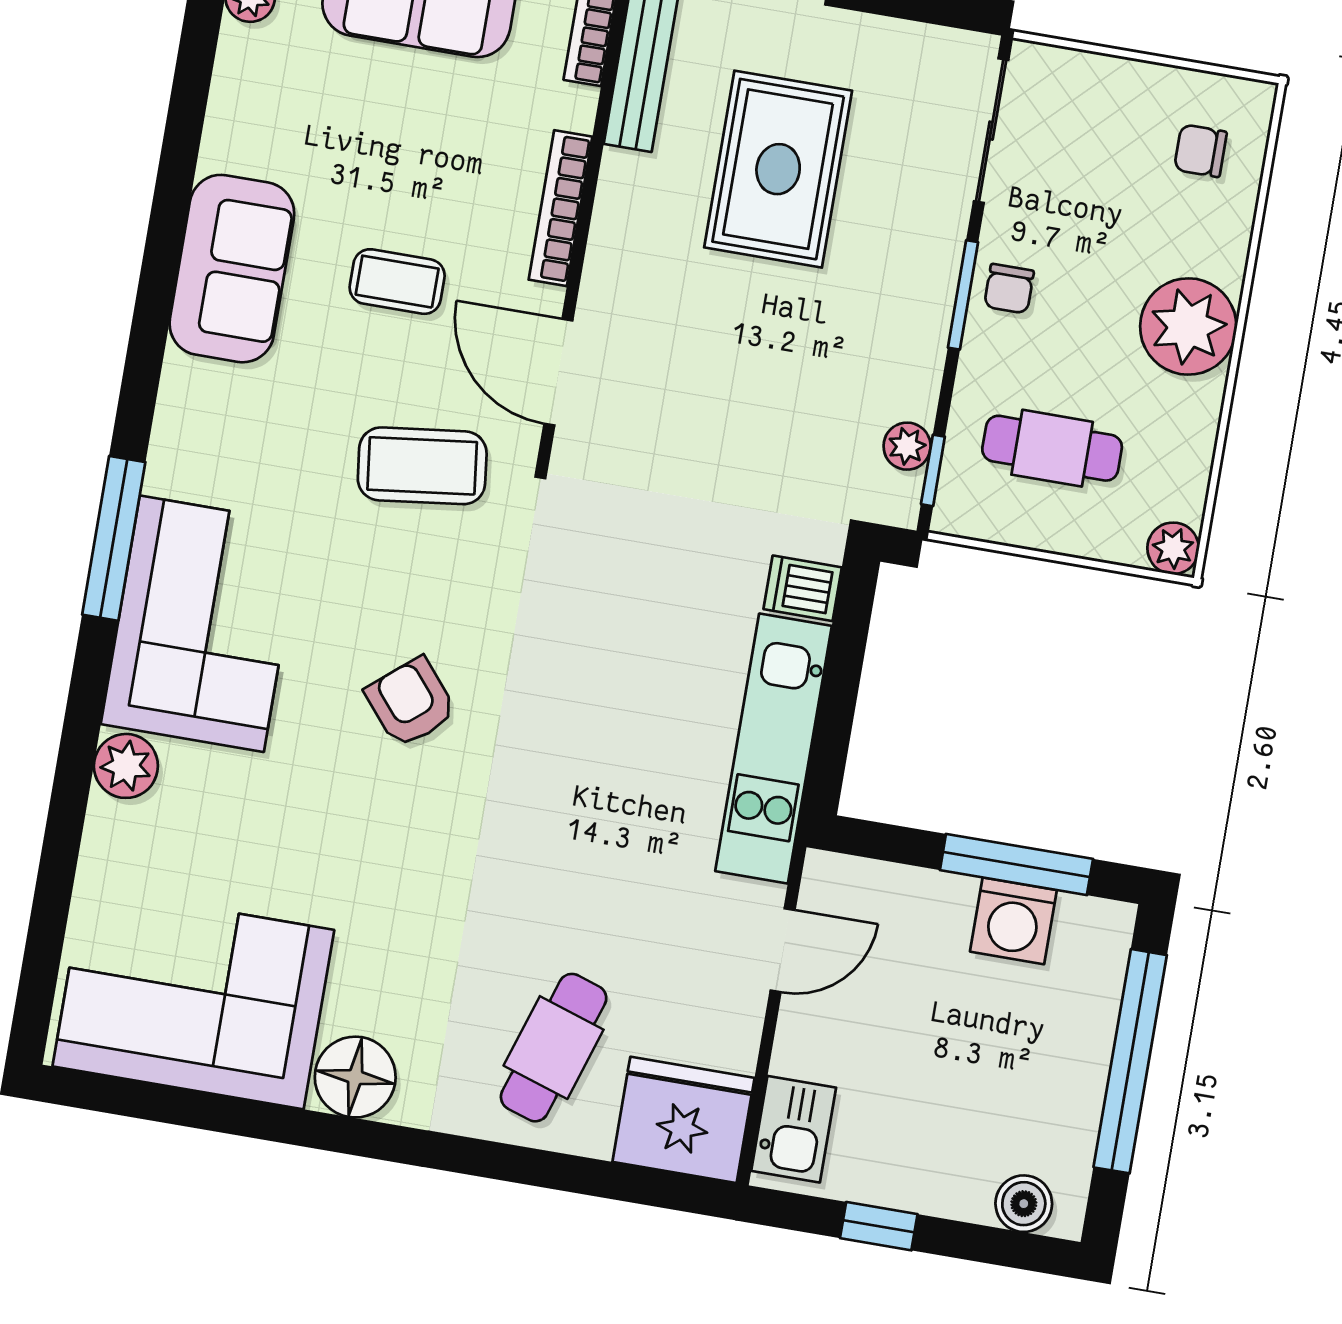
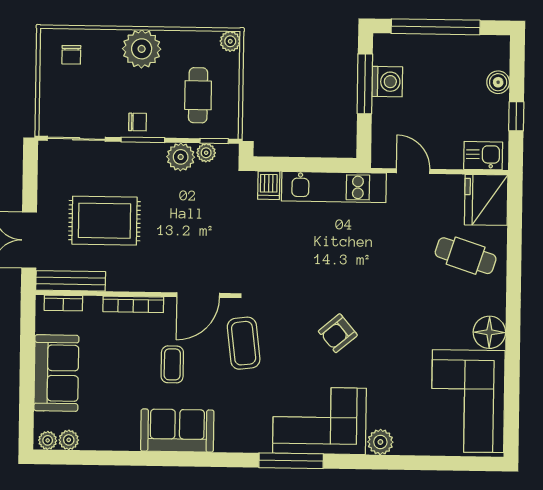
plant: (906, 382) -> (181, 157), added
boiler: (1024, 1204) -> (498, 82), moved

